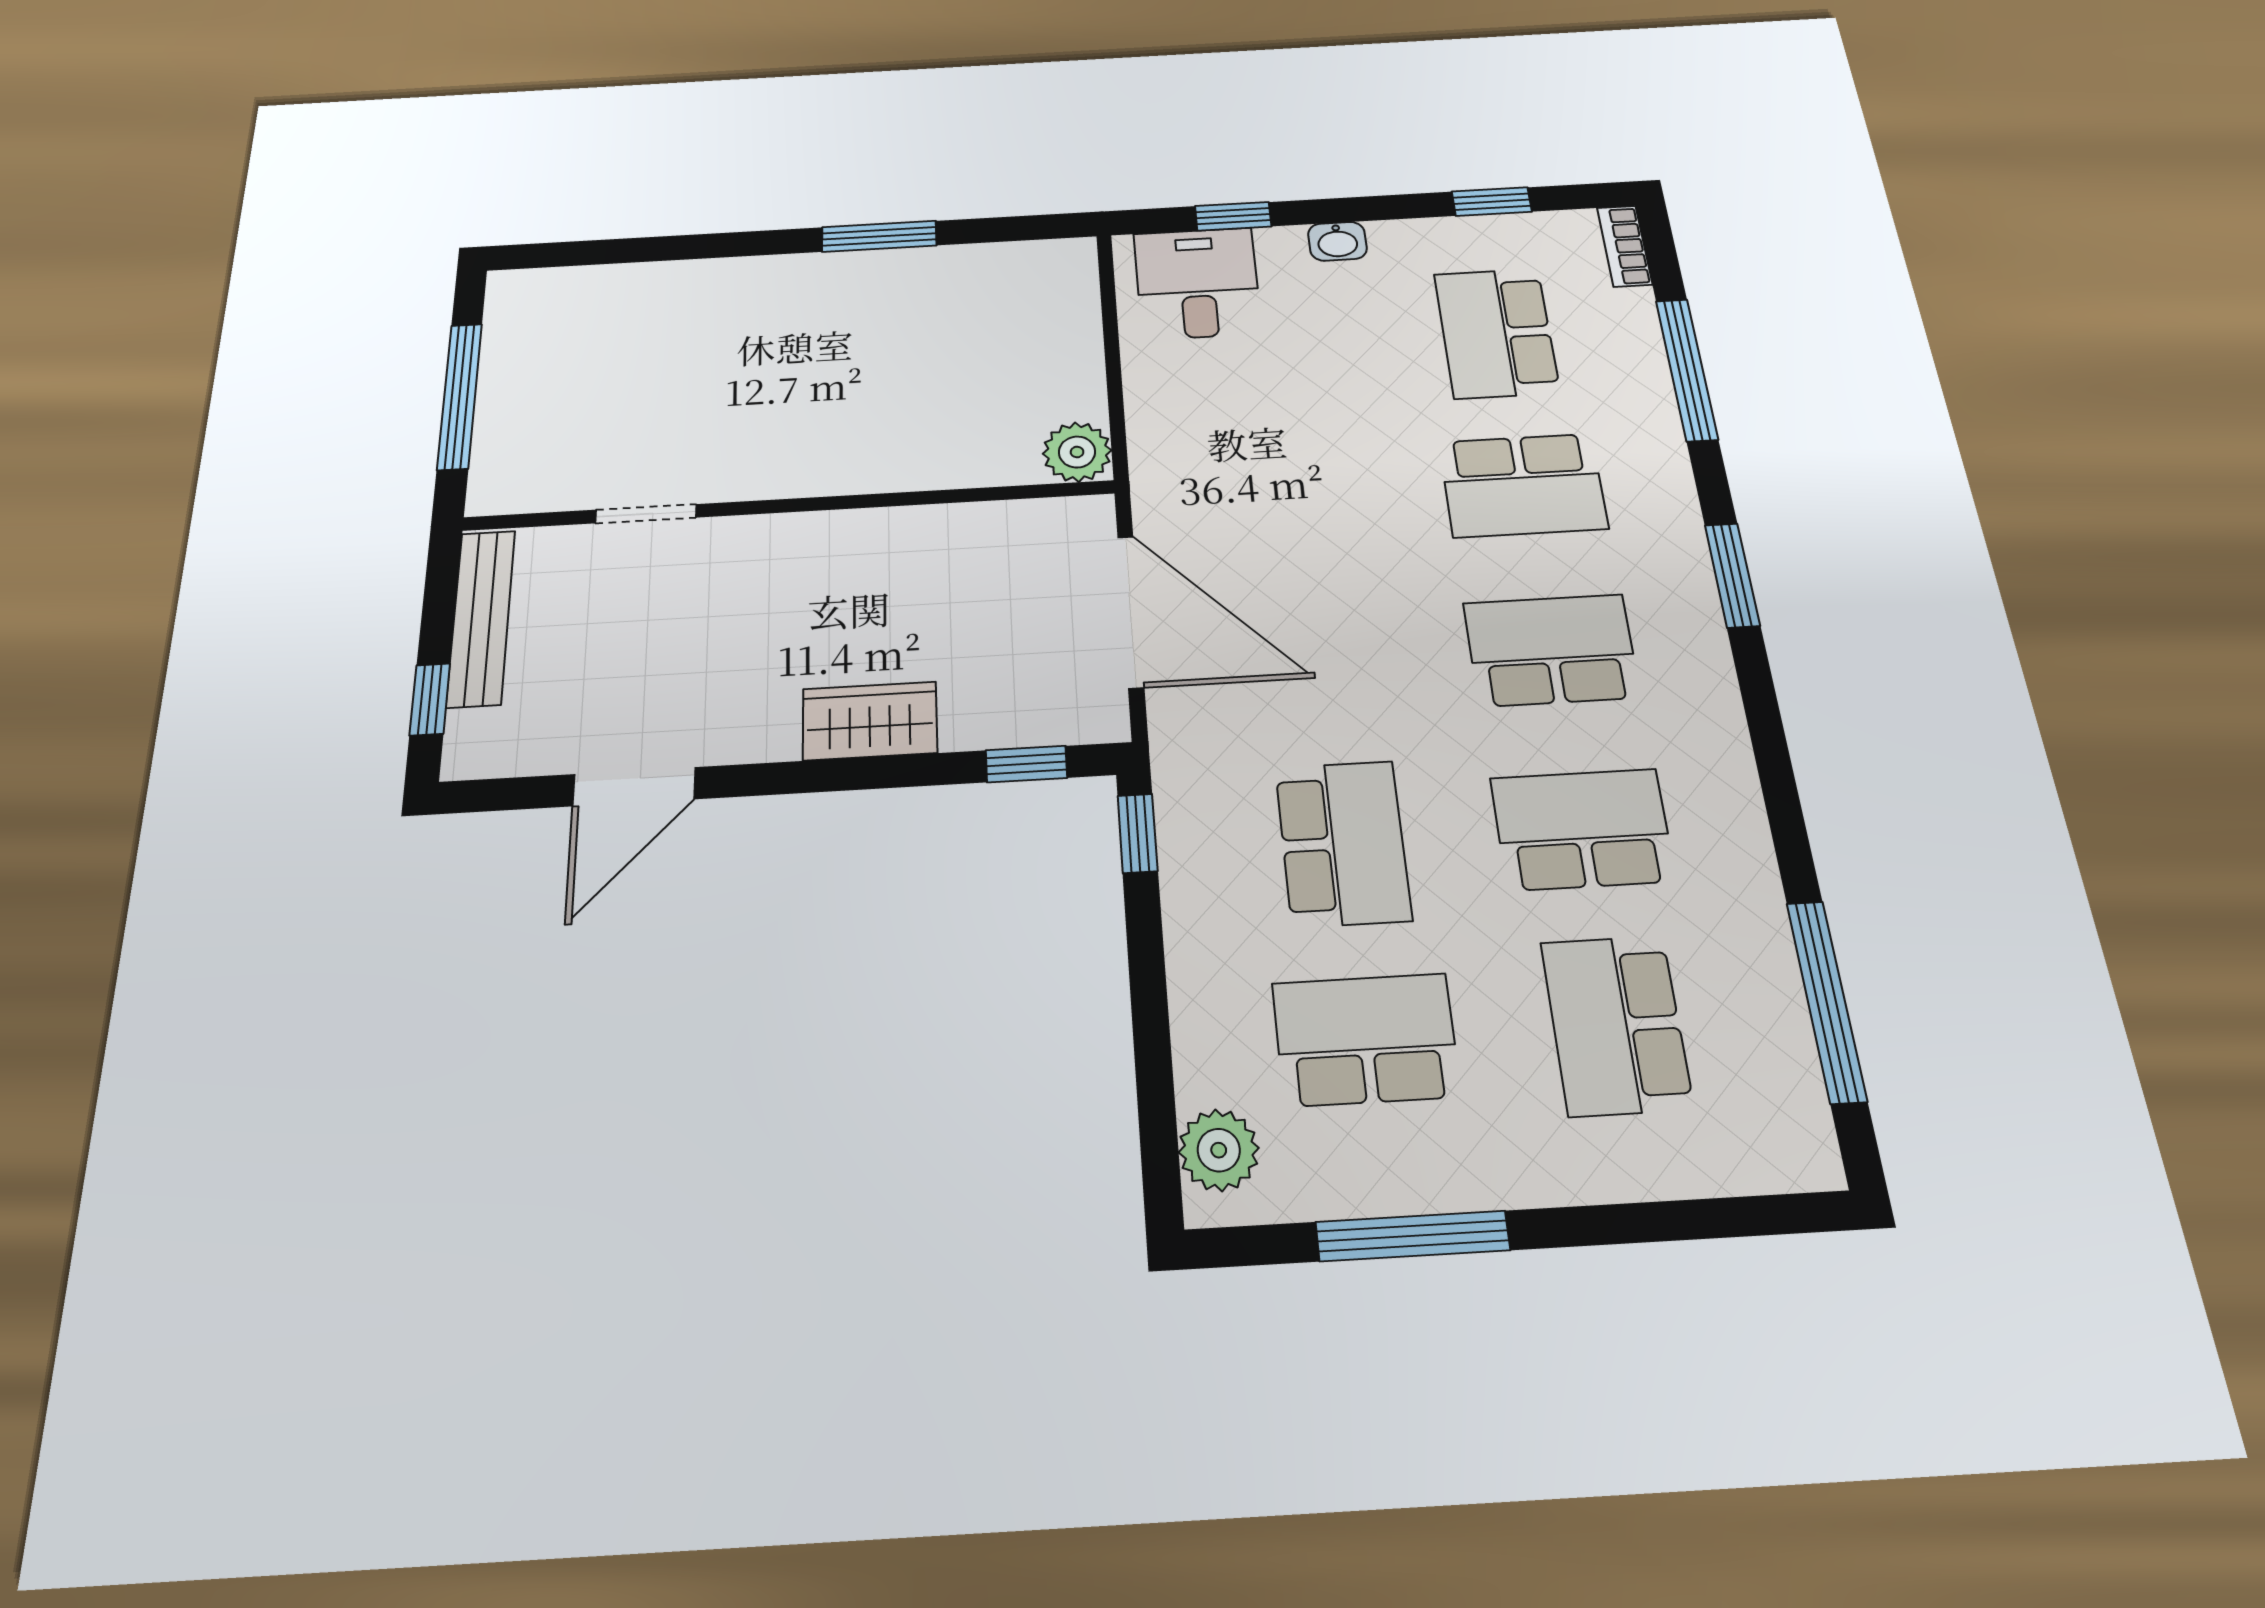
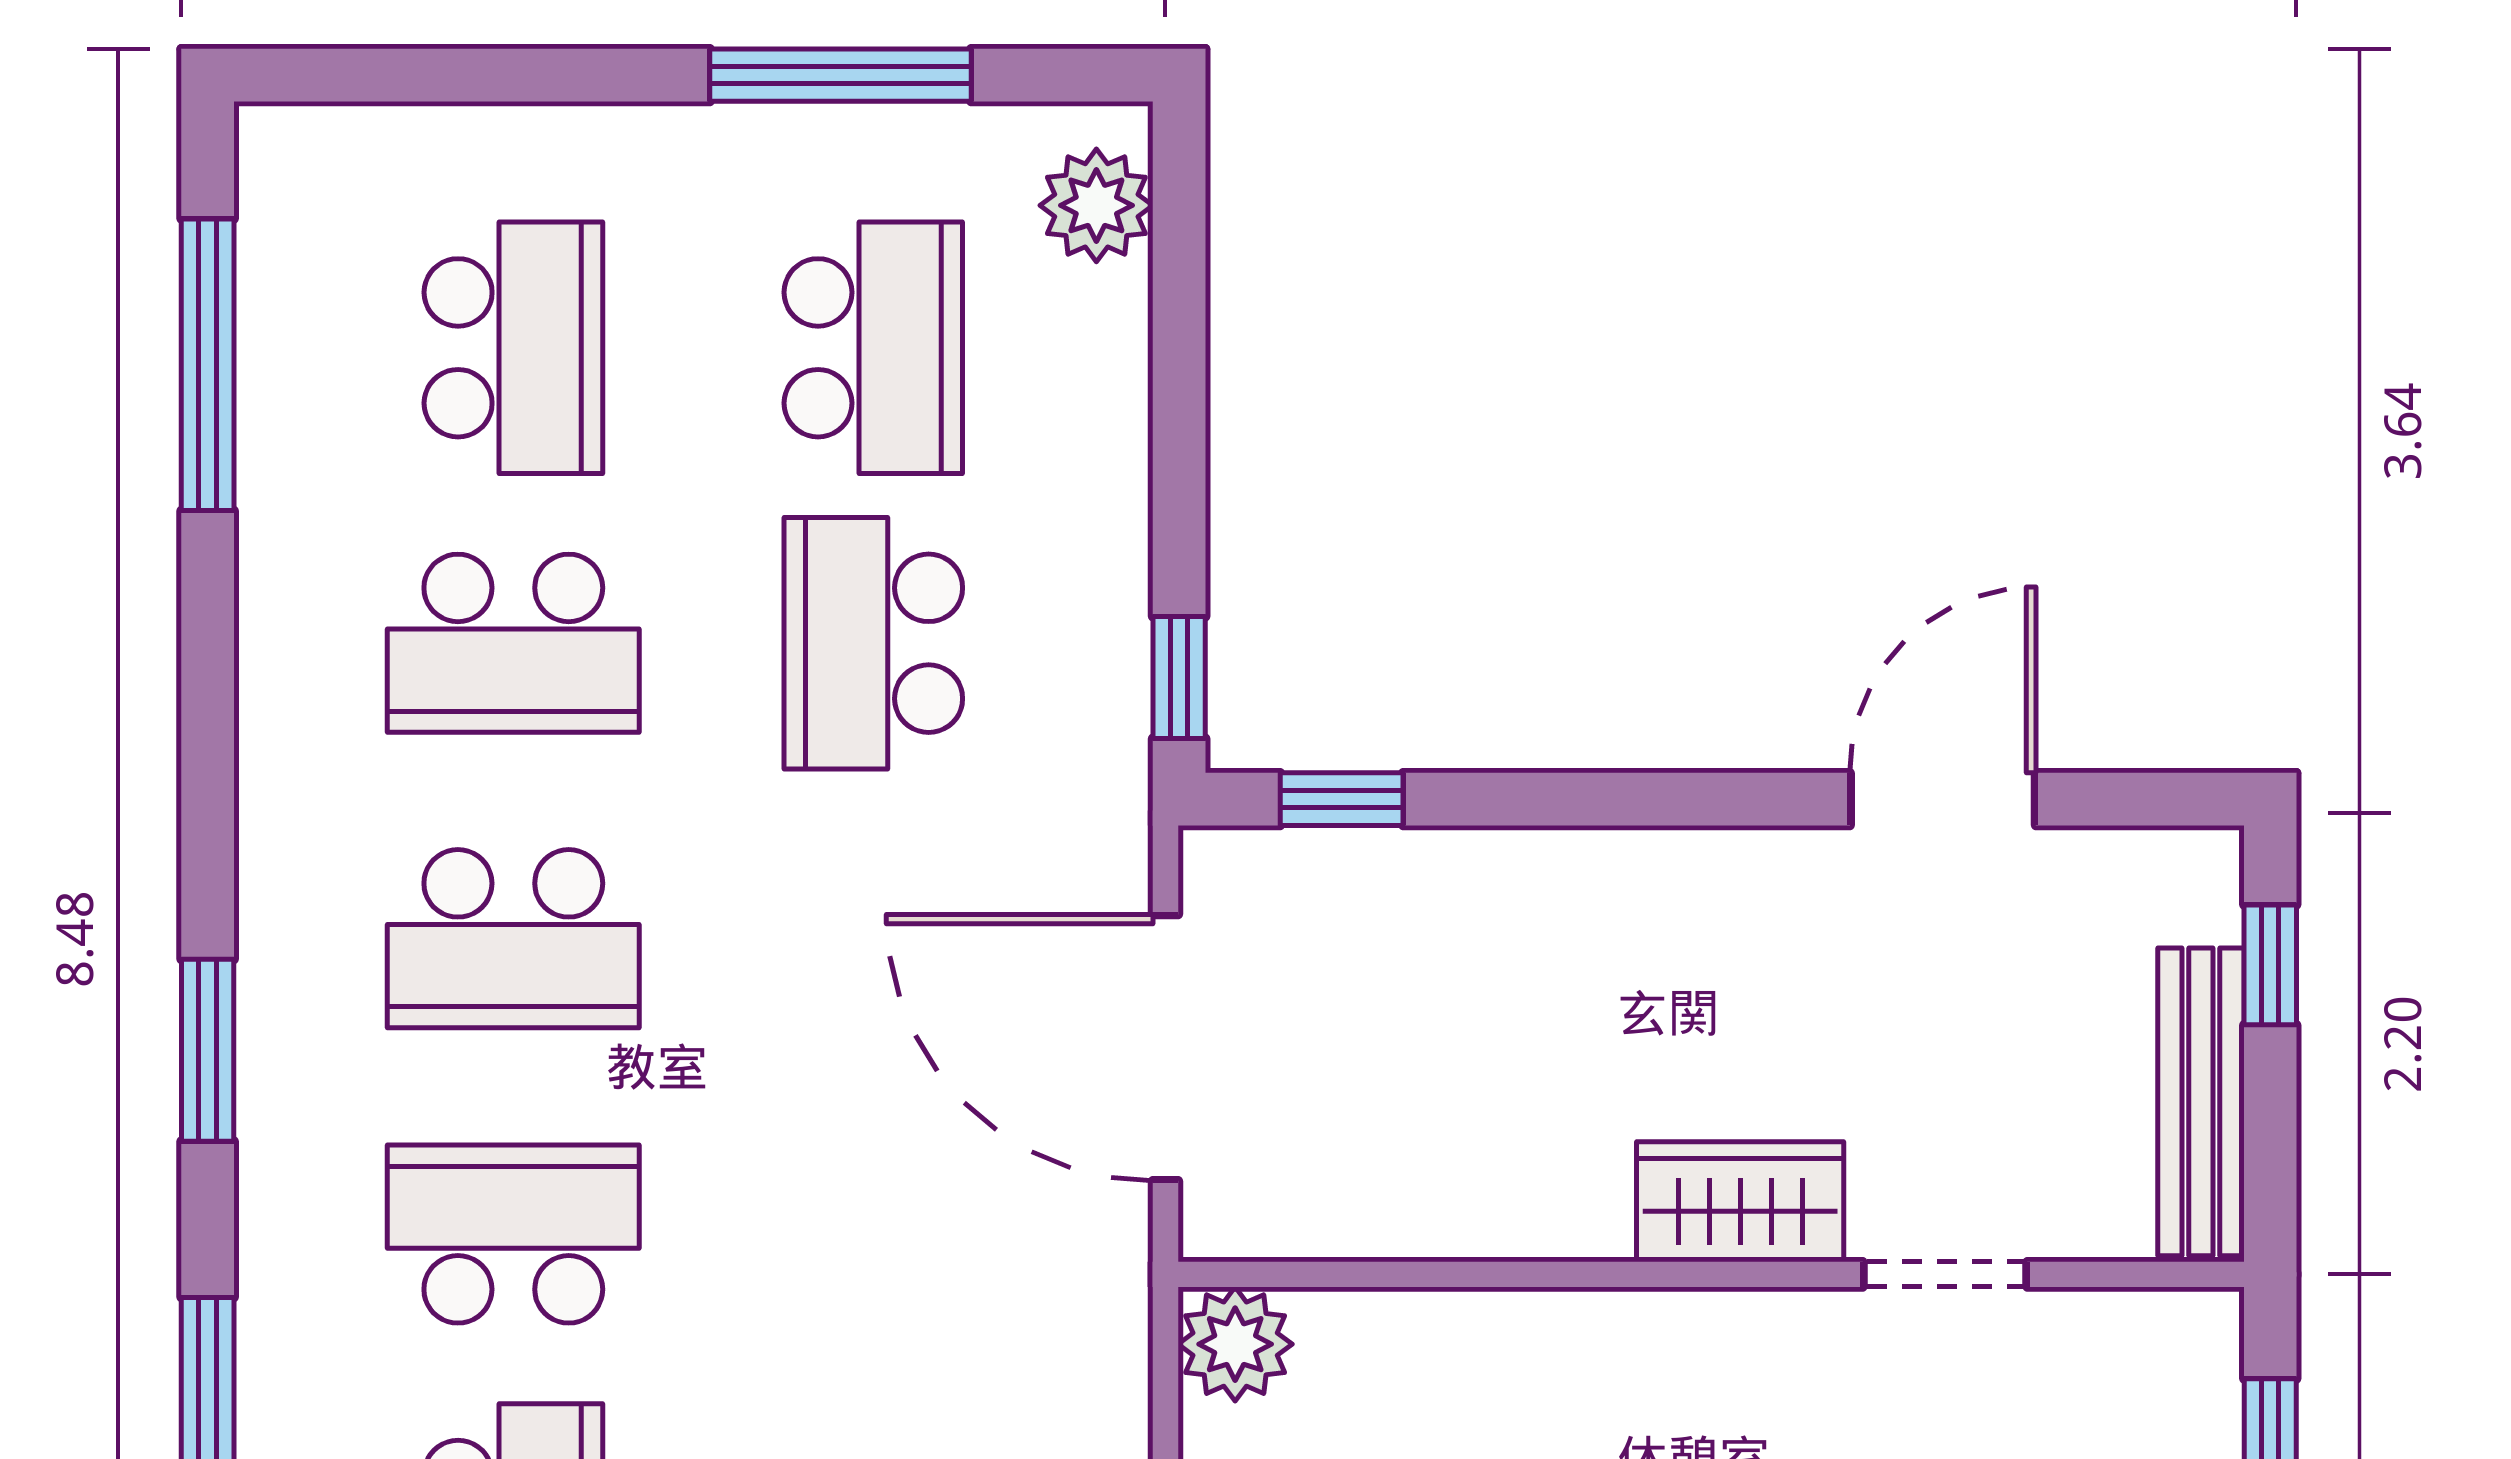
wardrobe: (870, 721) -> (1740, 1202), moved, turned 180
school desk: (1366, 1040) -> (873, 348), turned -90

